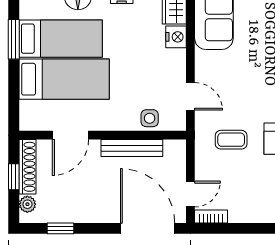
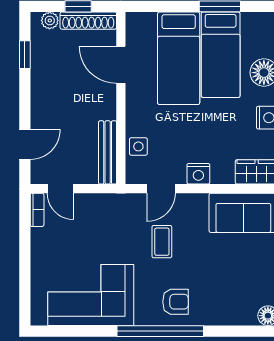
nightstand: (176, 37) -> (198, 174), moved
coffee table: (231, 140) -> (162, 242), moved
bench: (132, 148) -> (108, 152), moved
door: (148, 228) -> (25, 144), width x0.53

